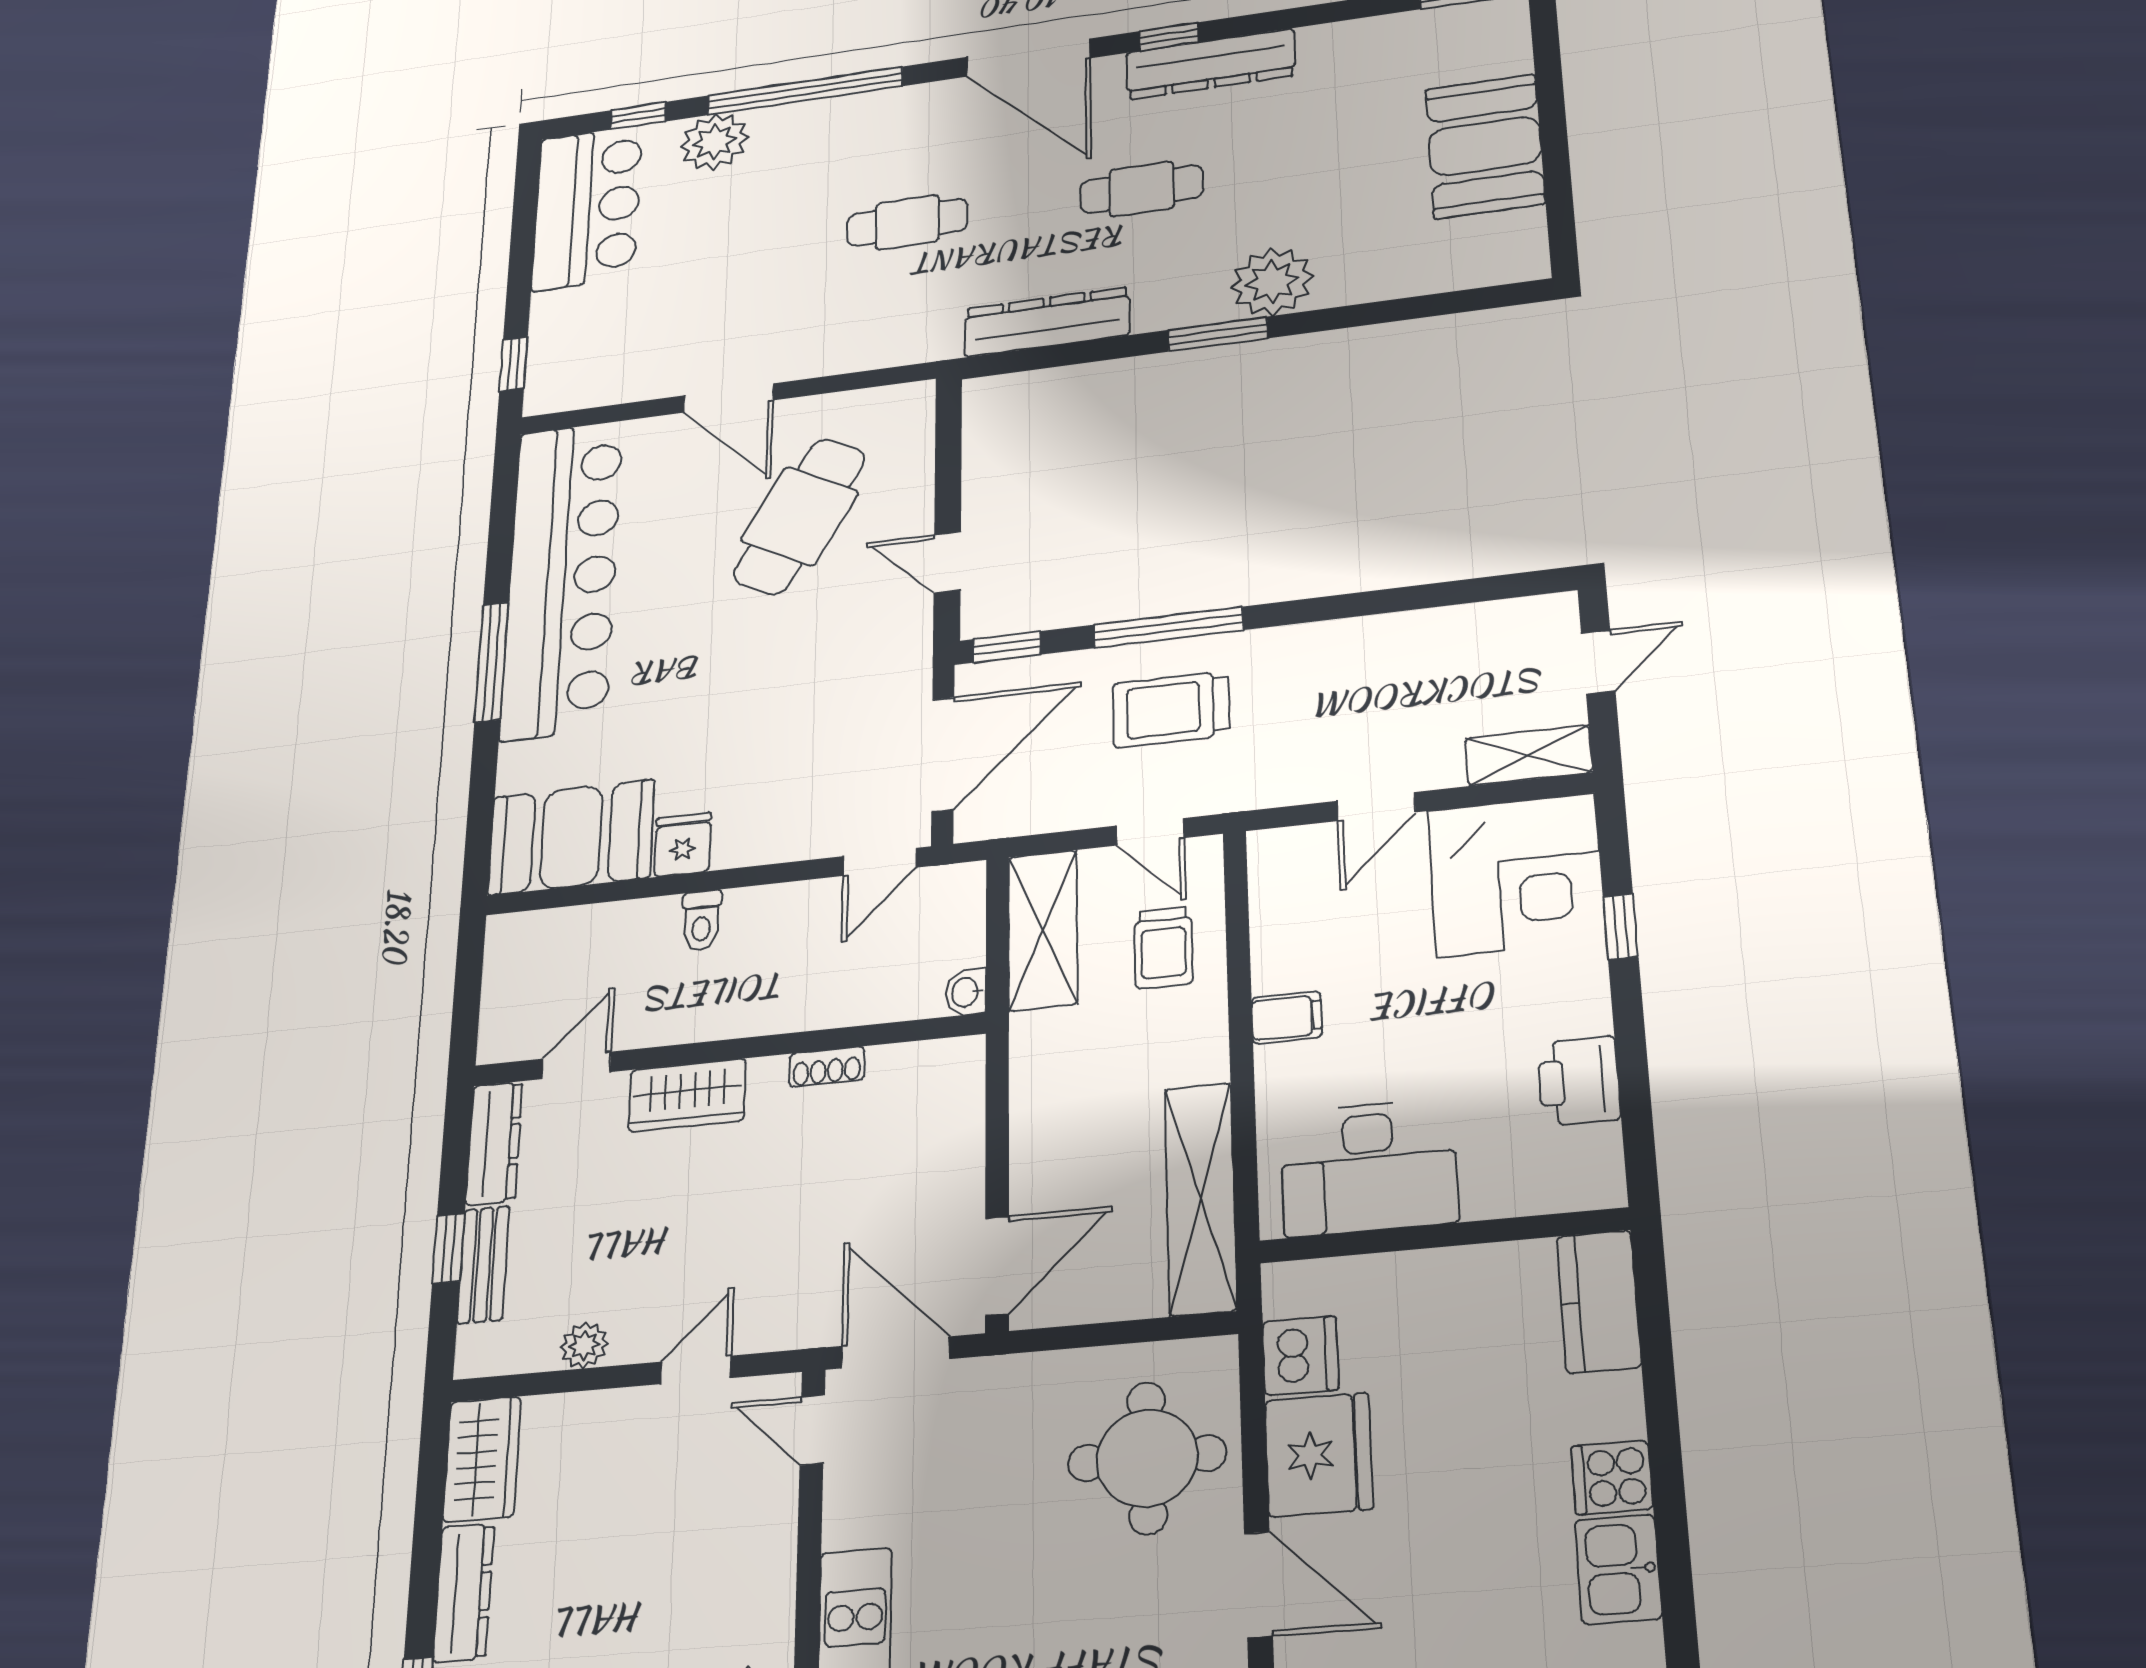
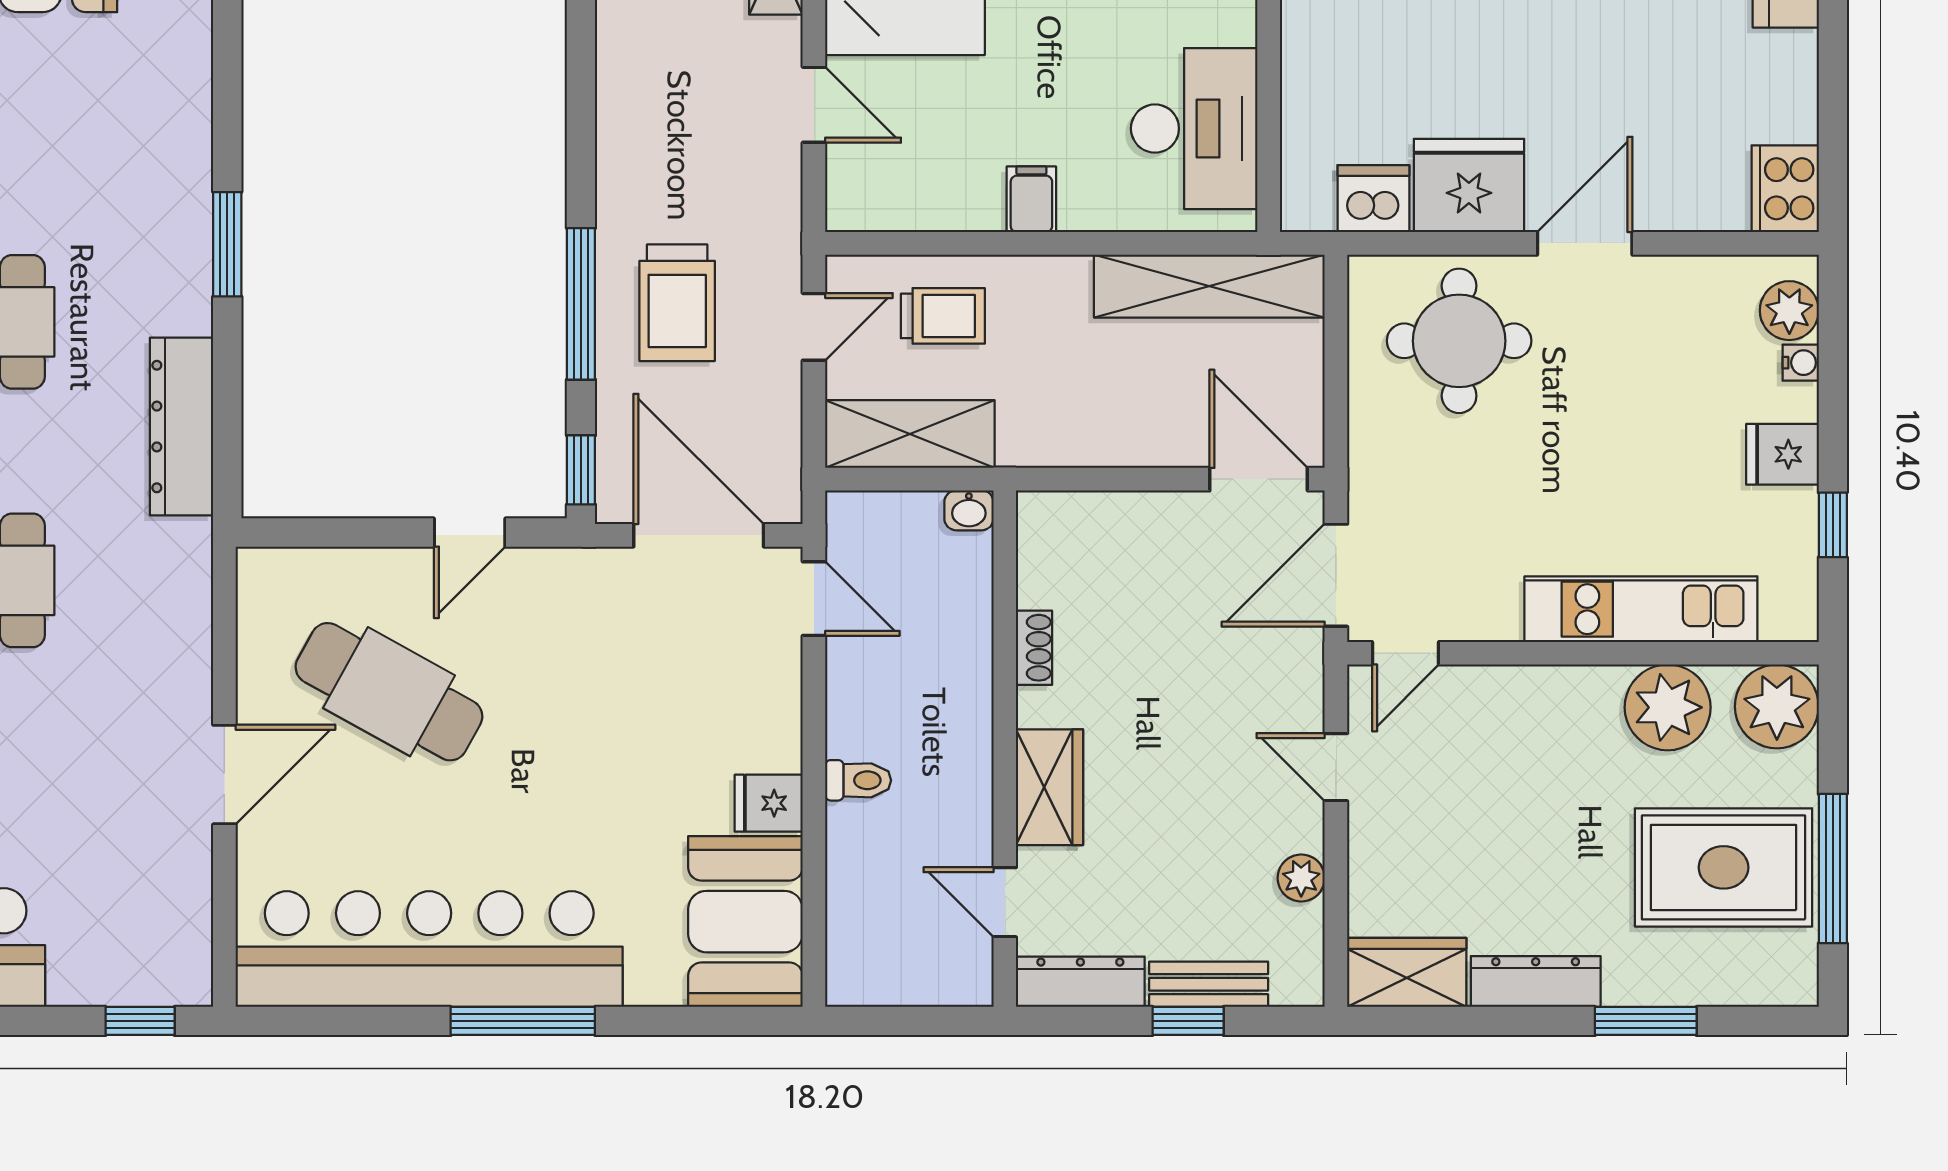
plant: (1272, 282) -> (169, 185), removed

